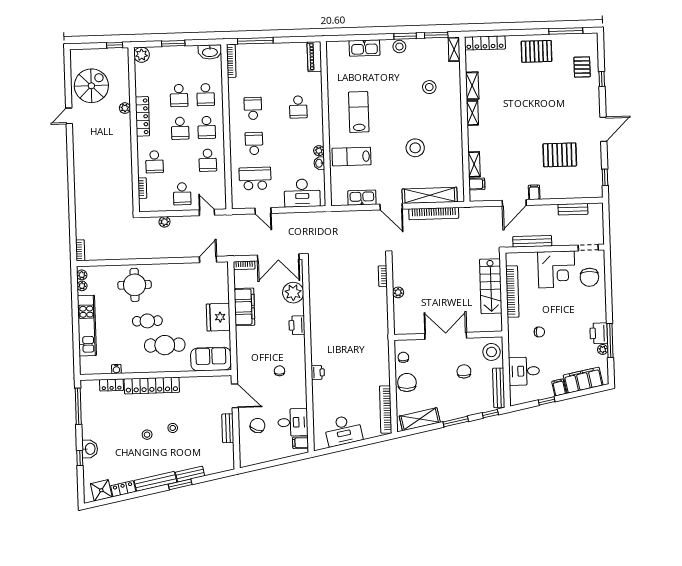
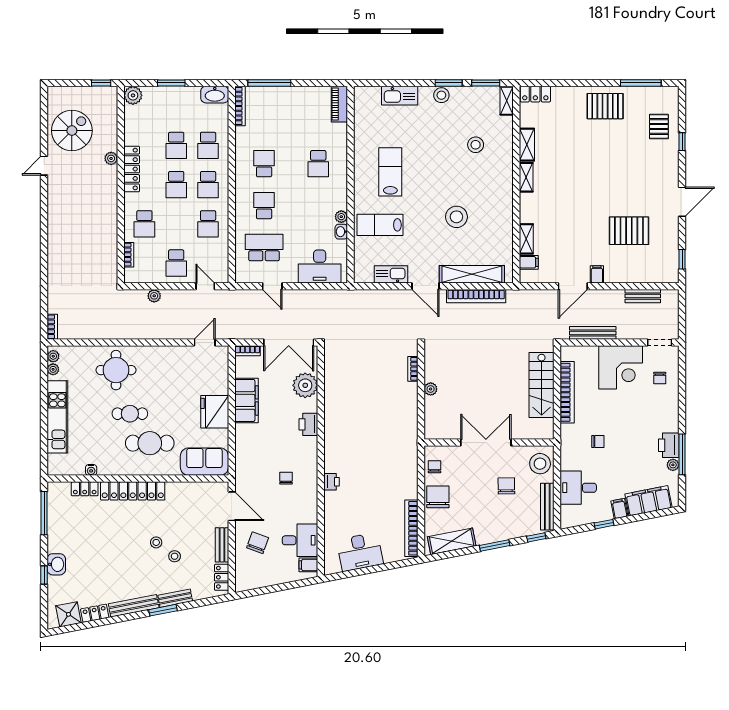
locker: (485, 43) -> (535, 94), width x0.66
chair: (589, 277) -> (660, 378), width x0.54, depth x0.54
stool: (147, 435) -> (175, 556), moved
locker: (228, 455) -> (222, 577), added

